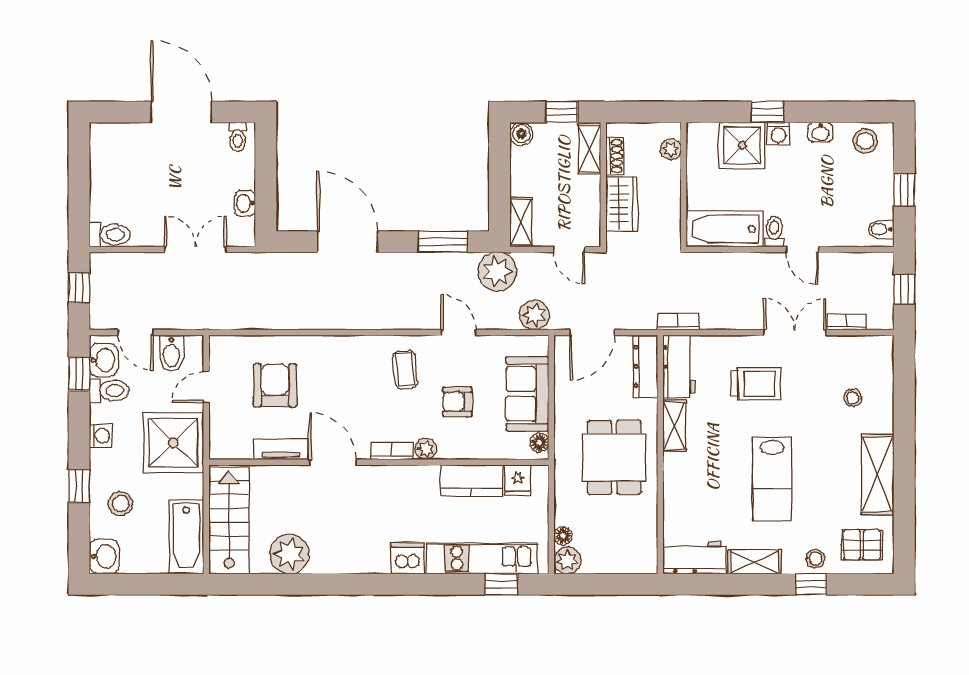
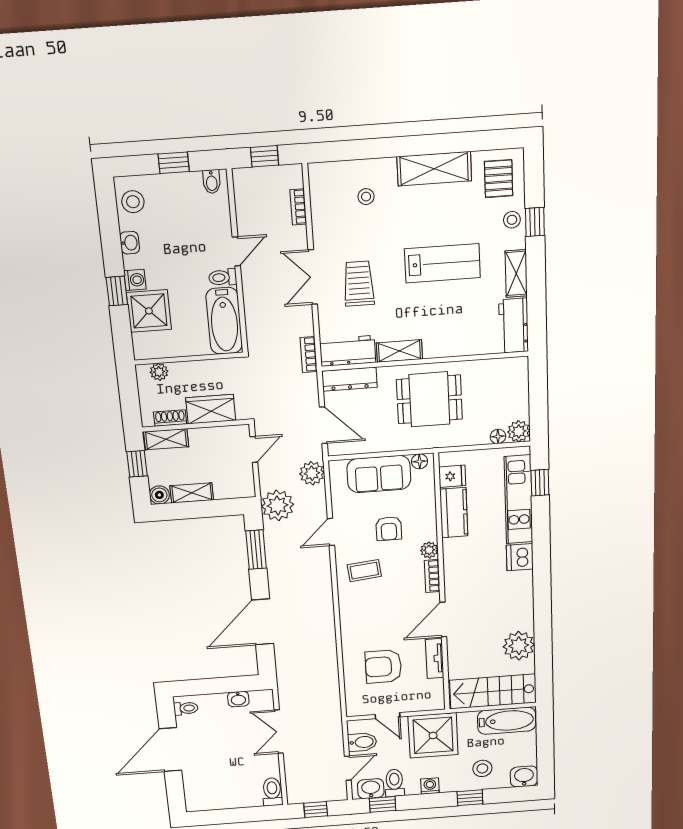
shelving: (521, 222) -> (192, 493), moved
double door: (795, 333) -> (313, 277), moved

